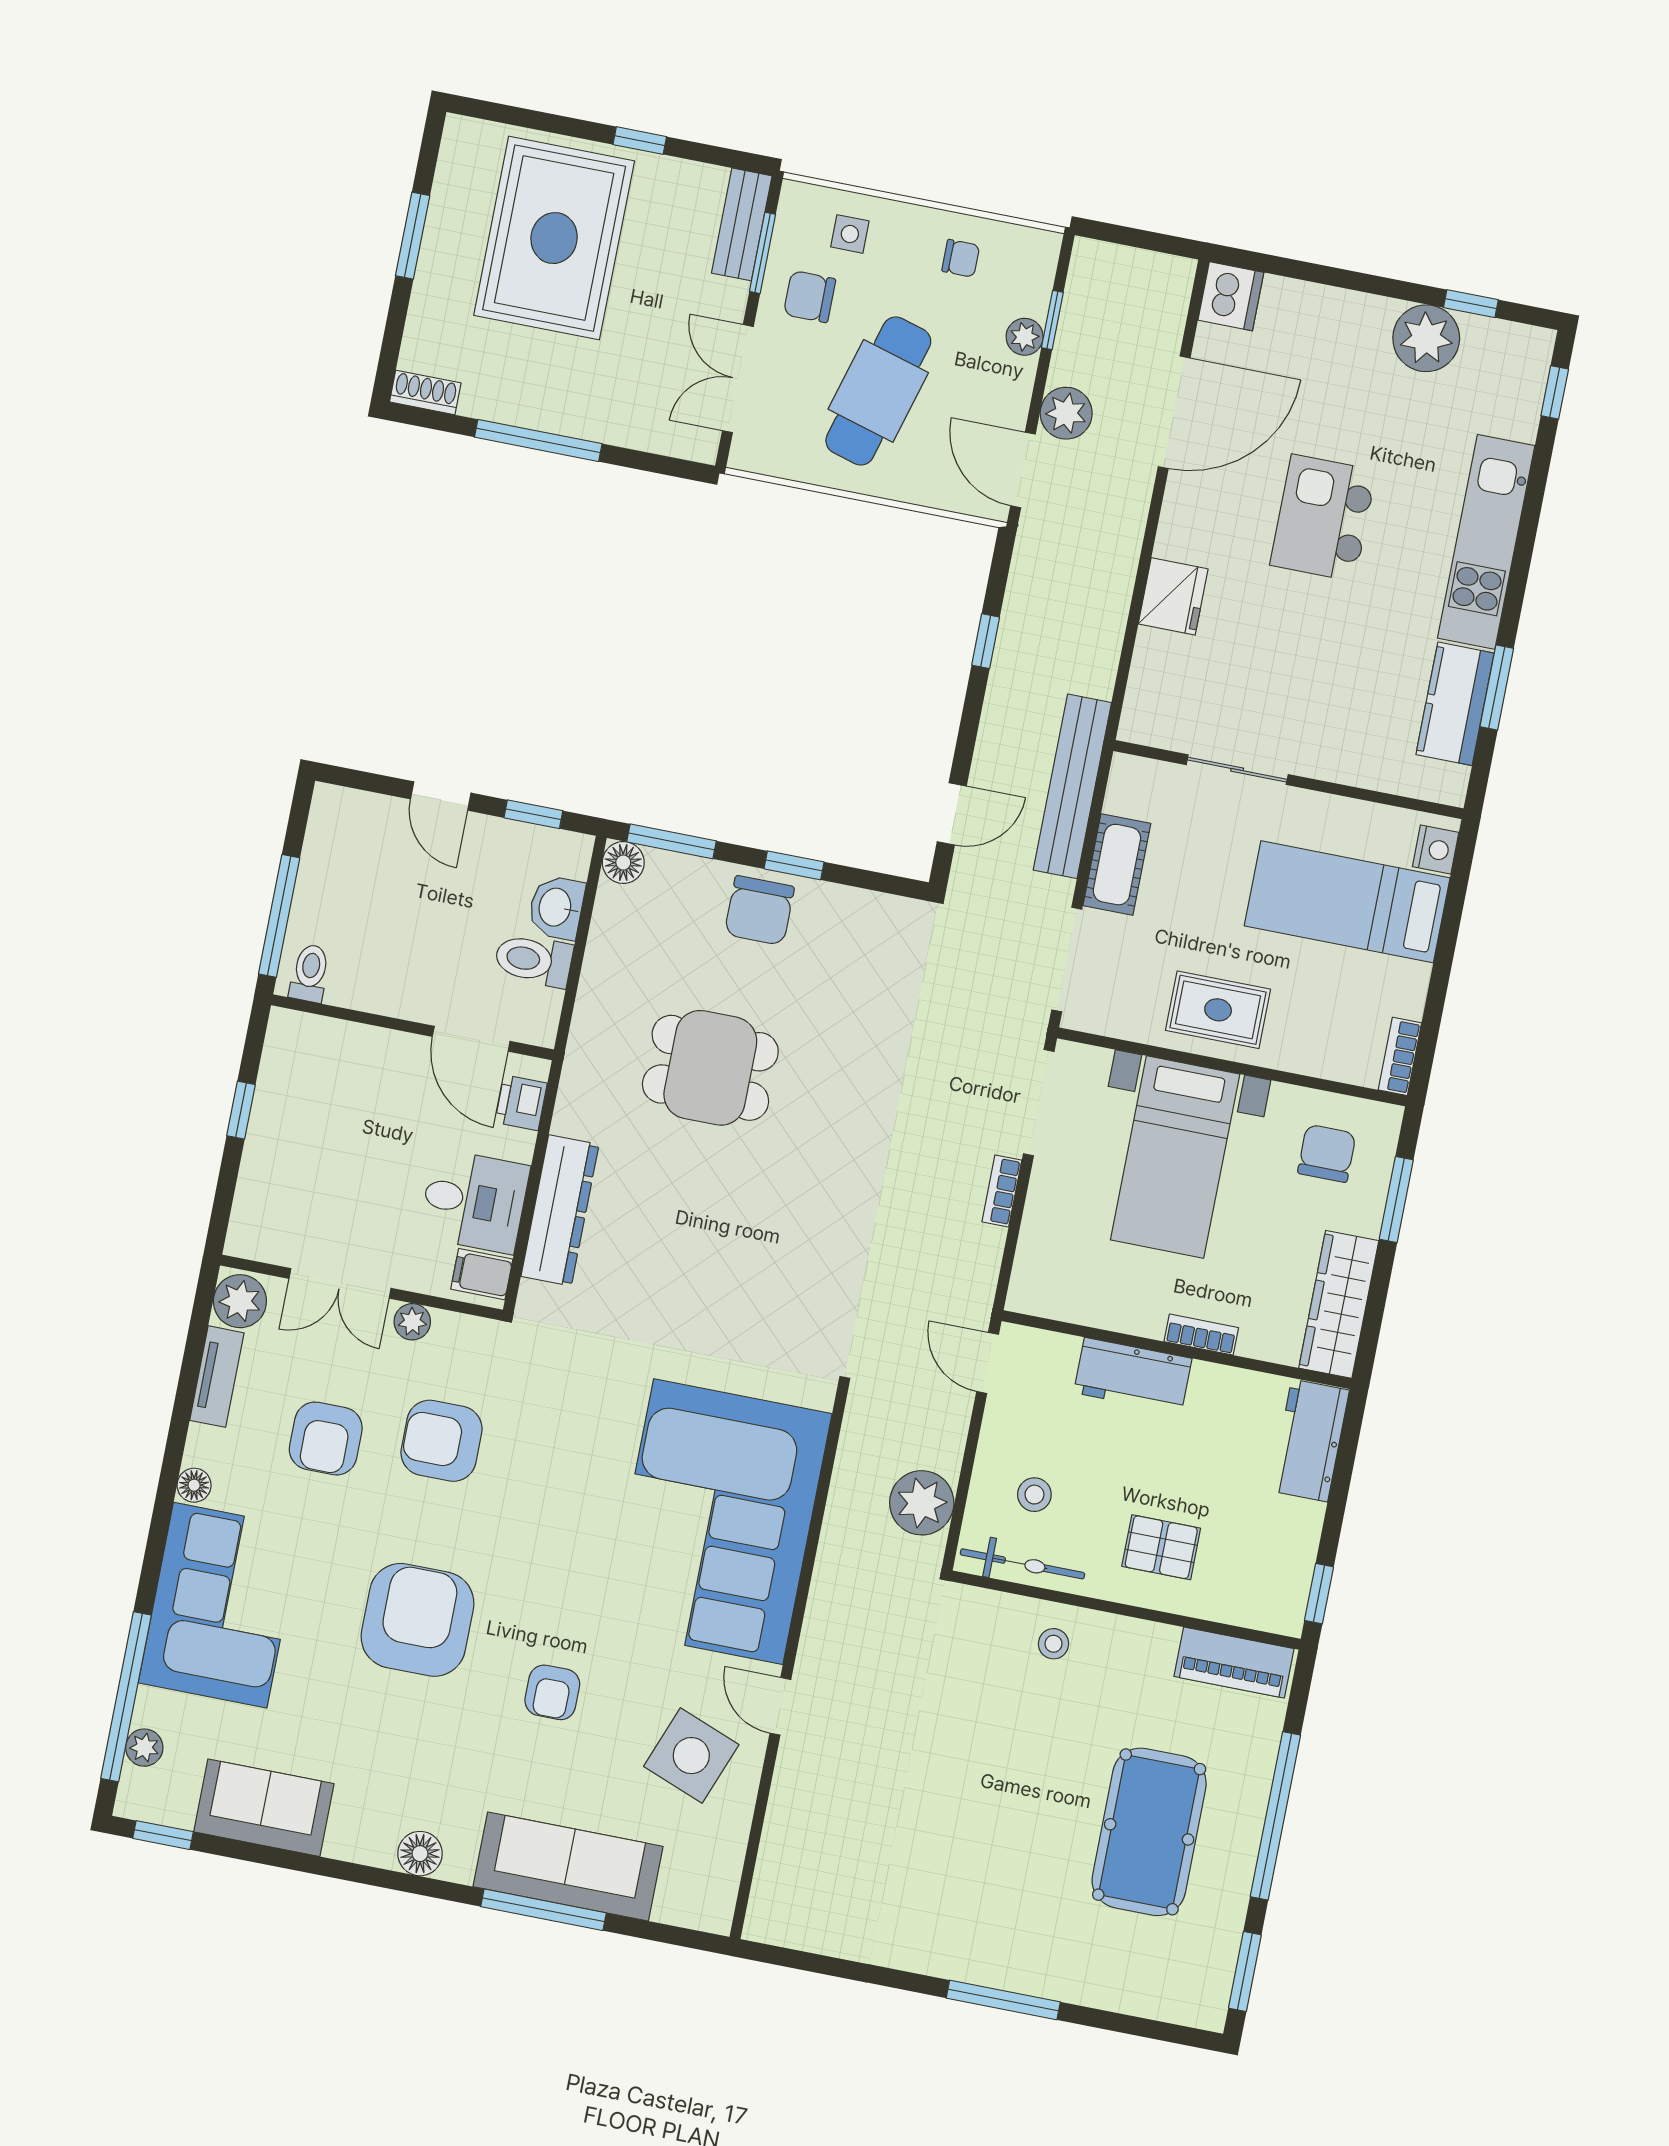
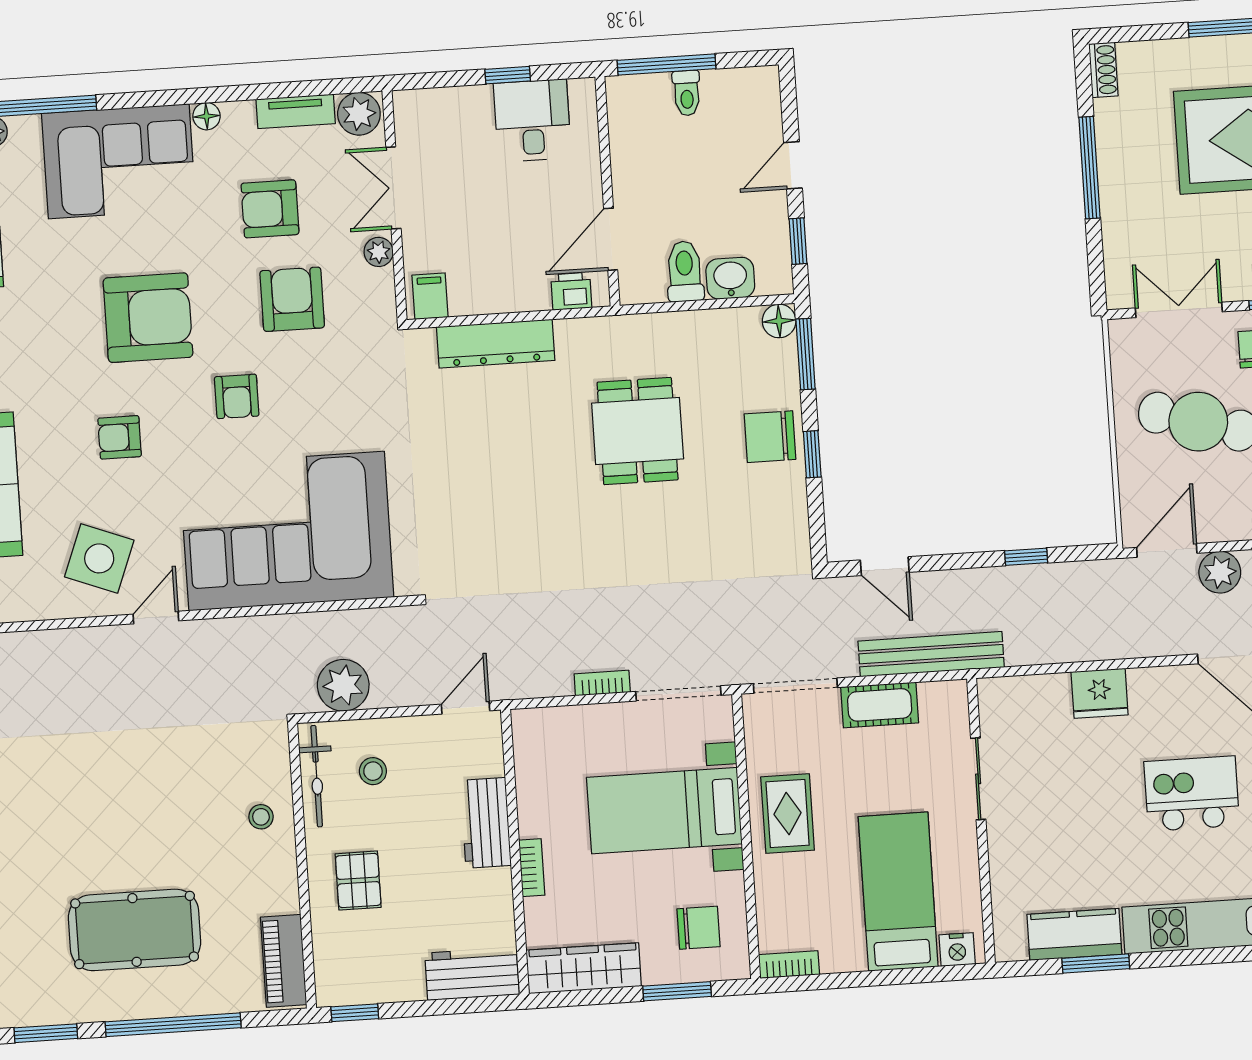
toilet: (310, 973) -> (687, 93), moved, turned 90
desk: (474, 1201) -> (532, 121), moved, turned 180
armchair: (541, 1538) -> (237, 396), added

